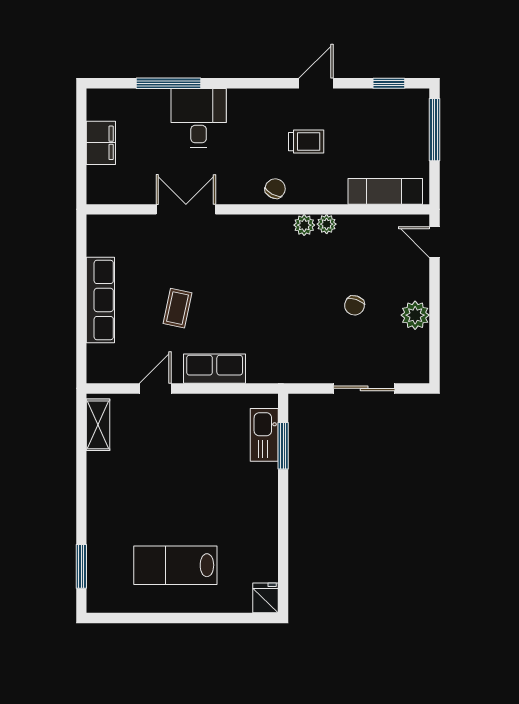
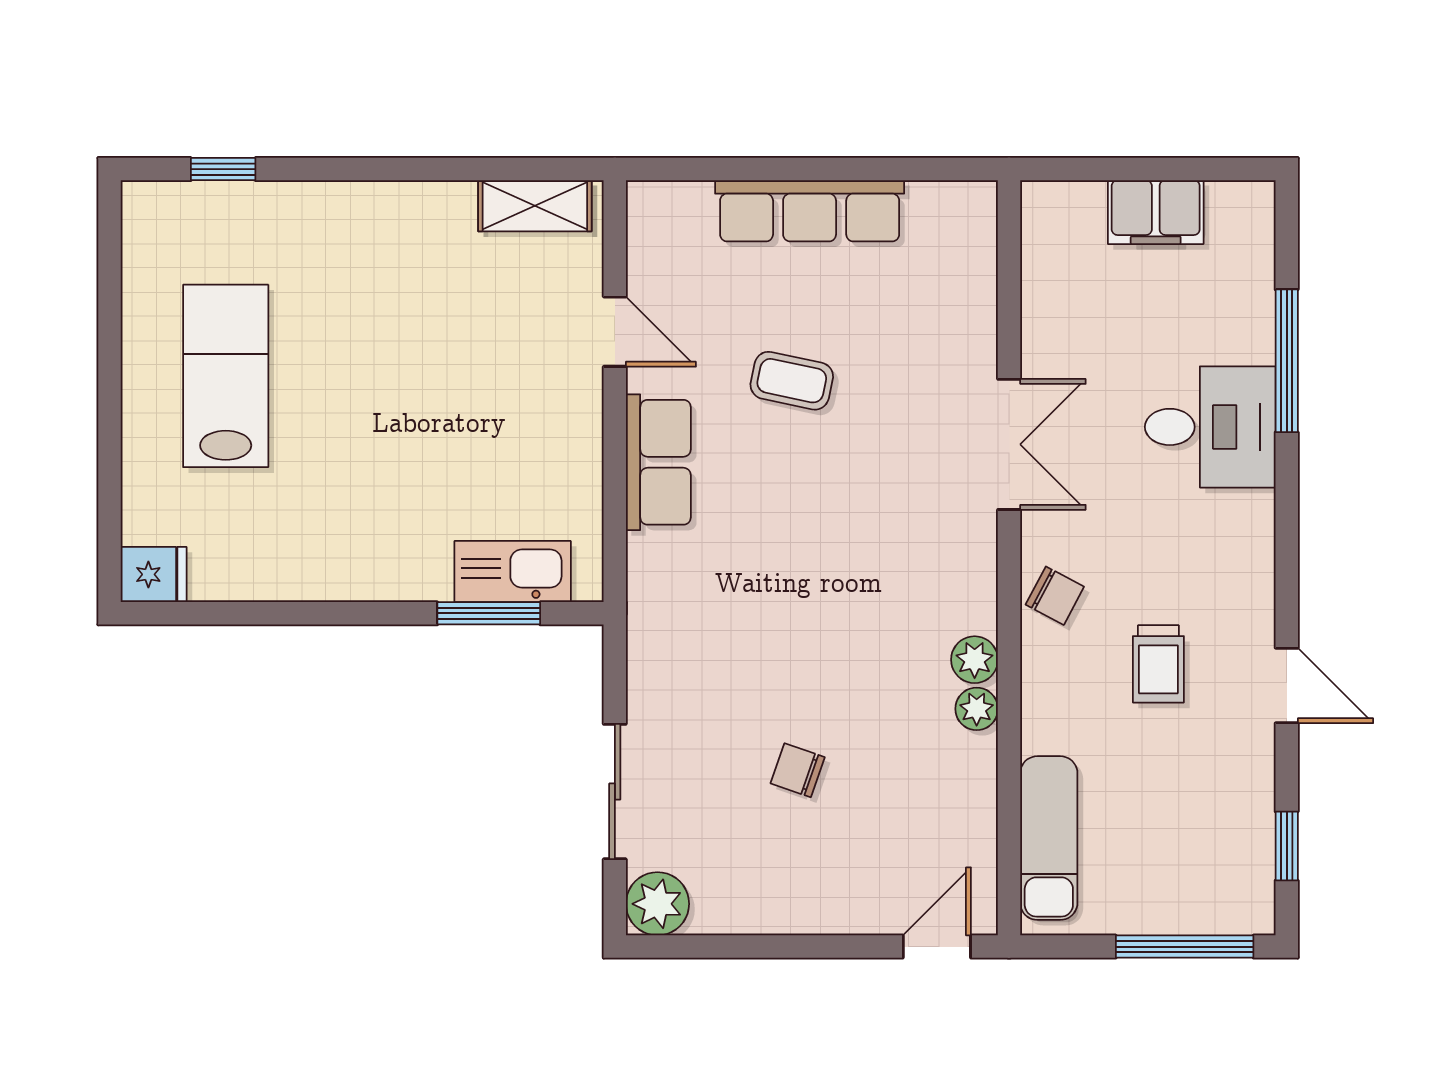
double door: (186, 209) -> (1009, 444), moved
plant: (415, 315) -> (657, 904), moved
window: (81, 566) -> (223, 169), width x0.67

